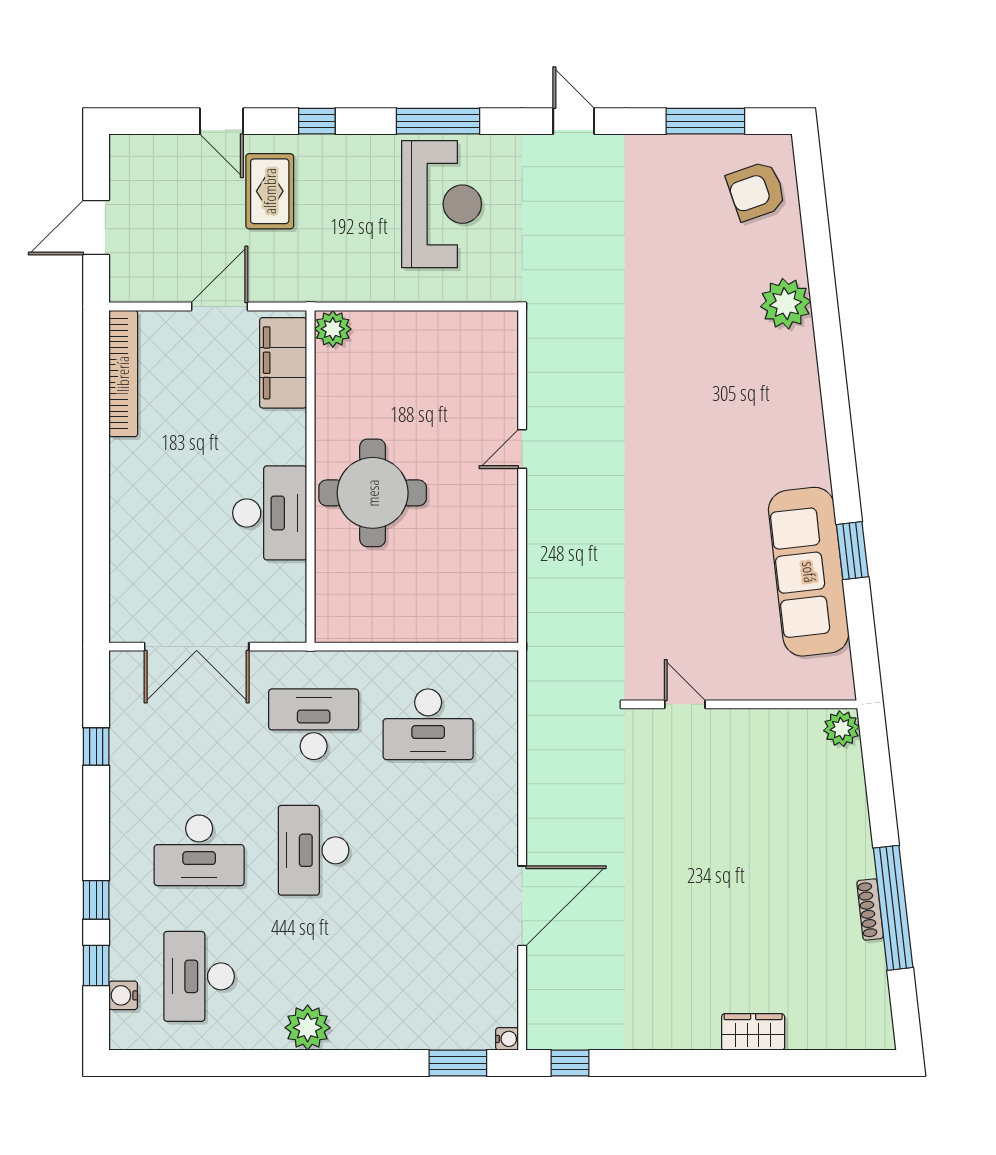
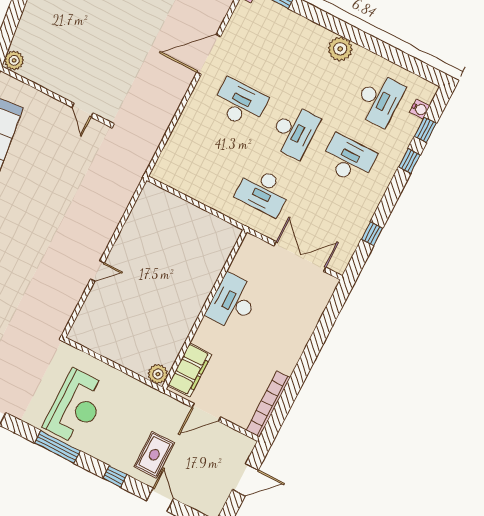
reception desk: (441, 204) -> (76, 407), turned 180
round table: (373, 493) -> (179, 287), removed
desk: (428, 724) -> (240, 103), moved

